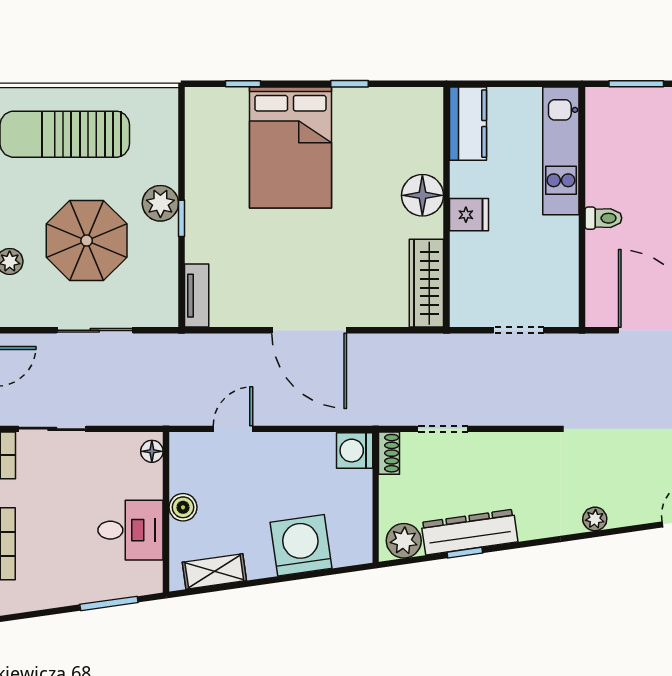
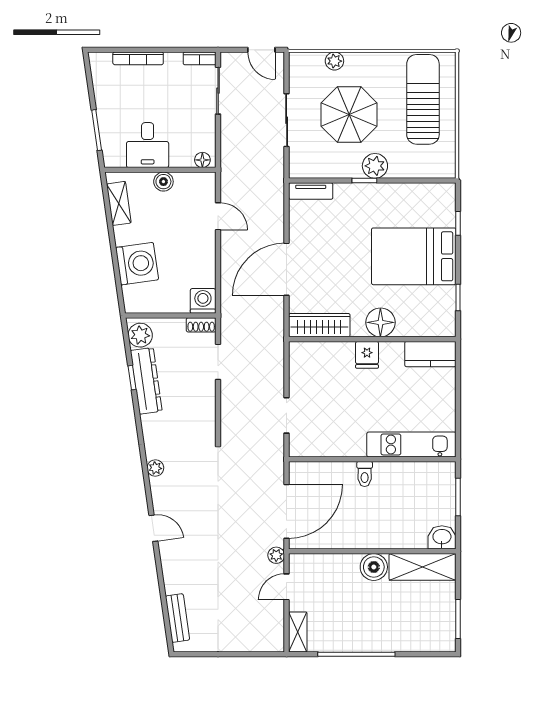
kitchen counter: (468, 124) -> (430, 354), moved
floor lamp: (422, 195) -> (380, 322), moved
wall: (446, 207) -> (372, 339), moved
fridge: (469, 215) -> (367, 355), moved
wardrobe: (426, 283) -> (319, 325), moved

